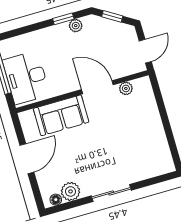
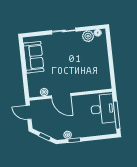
door: (145, 51) -> (29, 112), hinge flipped
sofa: (61, 115) -> (34, 57), moved, turned 90
door: (27, 159) -> (111, 60), removed

